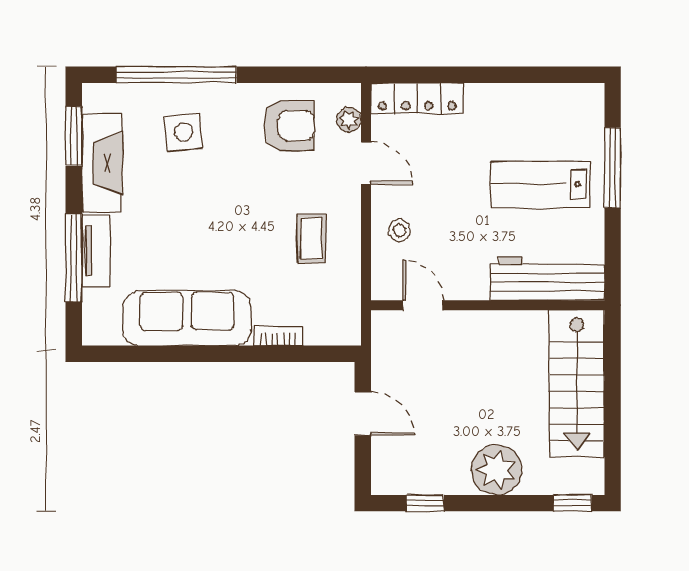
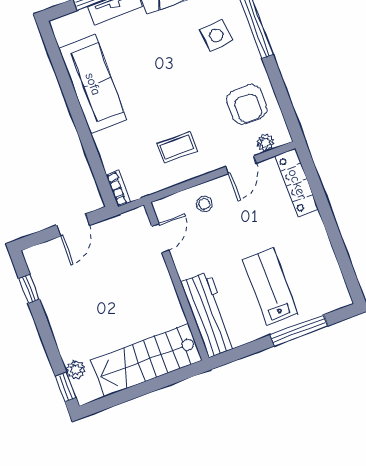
bookcase: (278, 336) -> (118, 188), moved
plant: (497, 470) -> (76, 370), moved, width x0.53, depth x0.53

